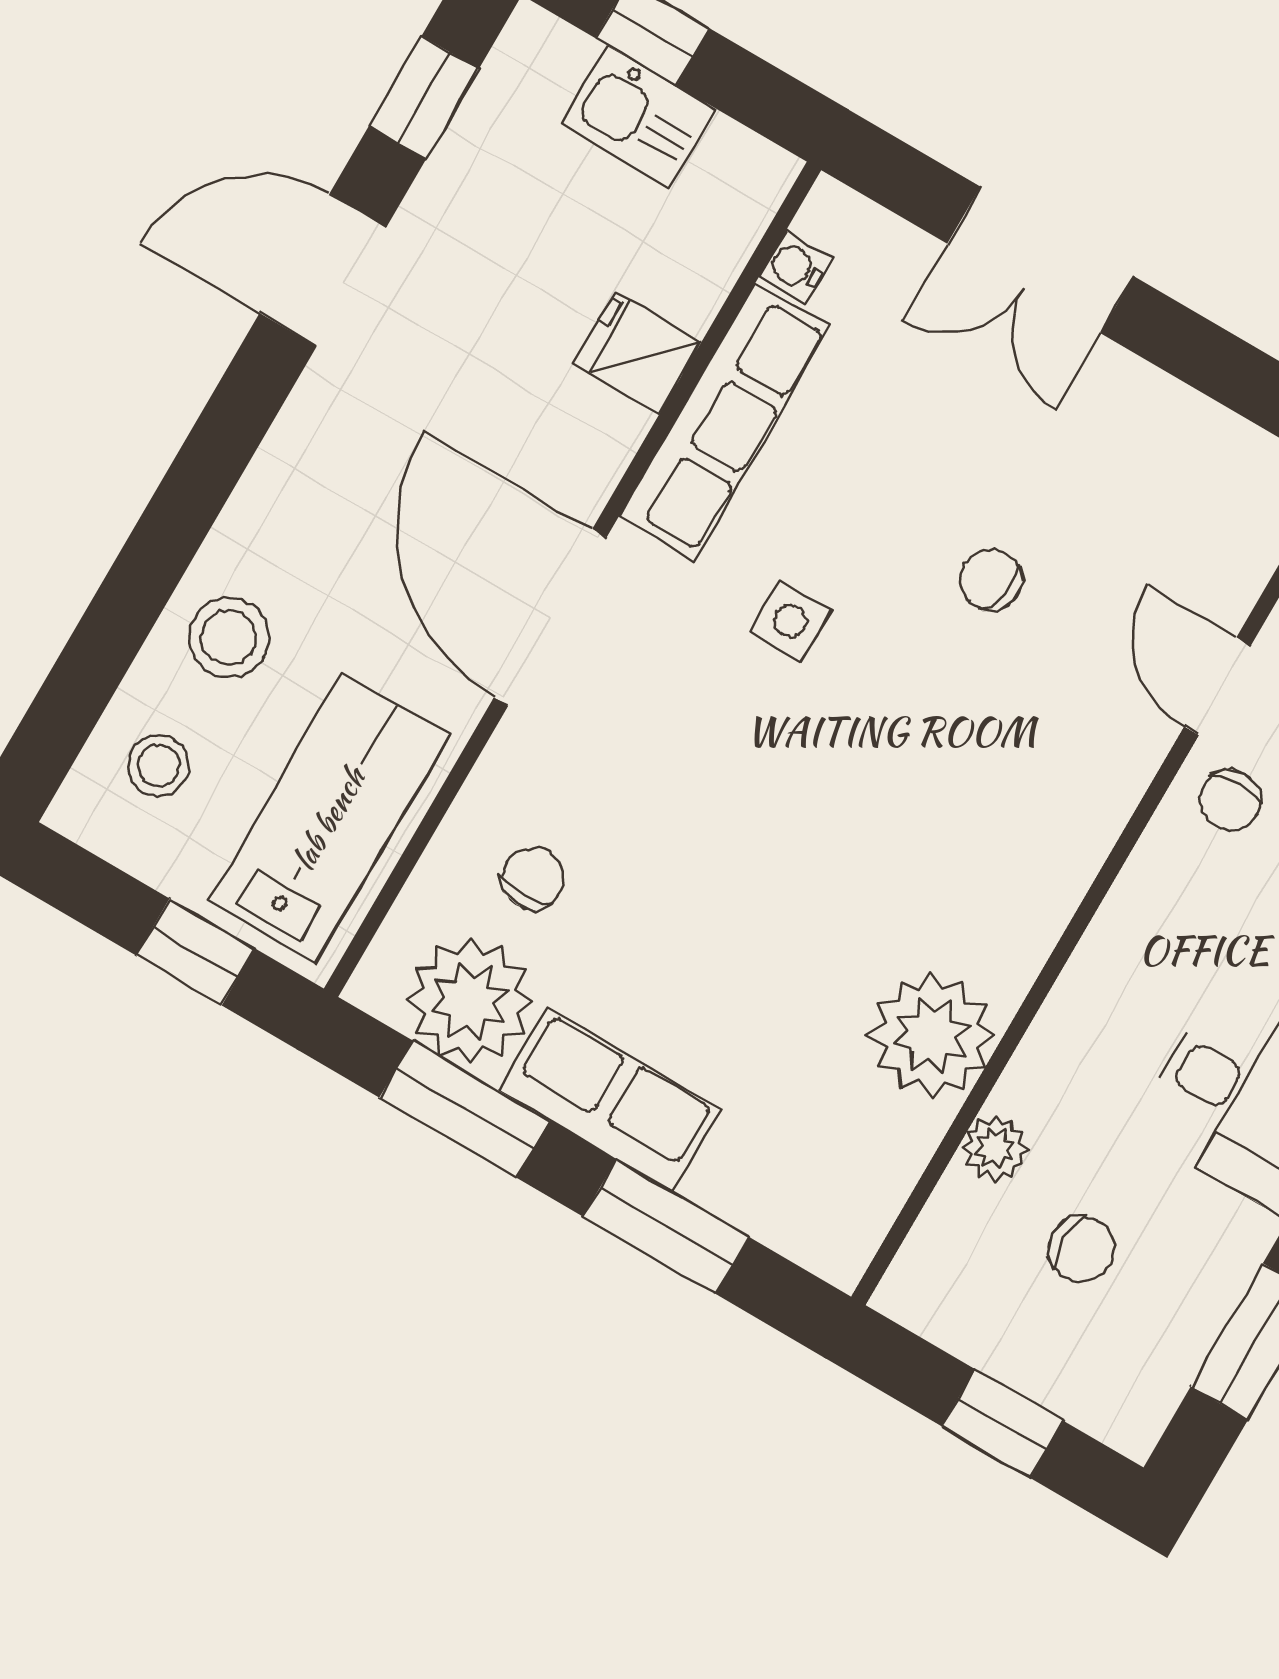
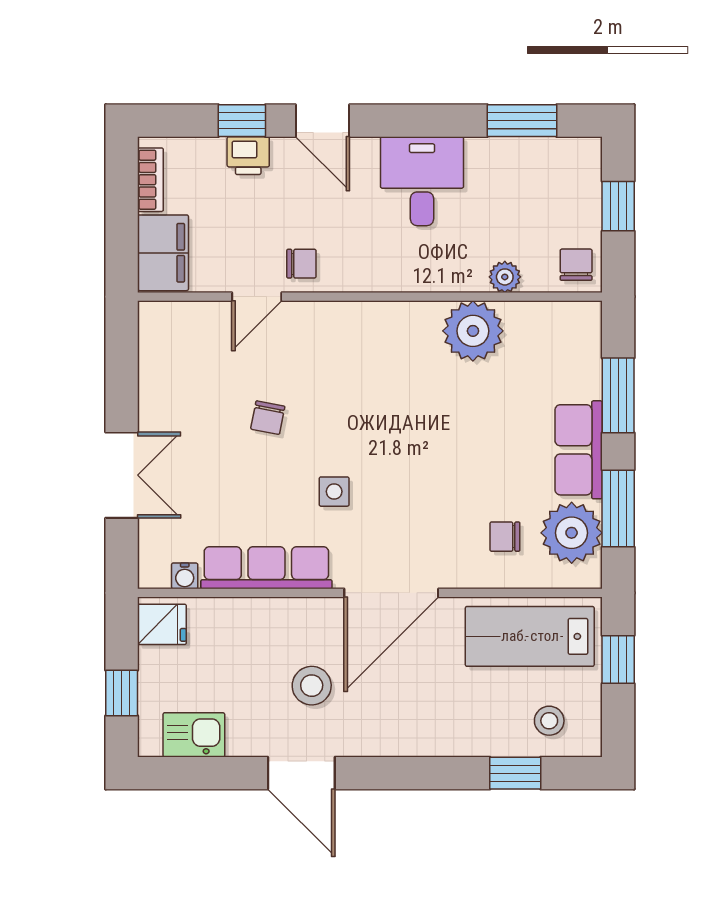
window: (424, 98) -> (515, 773), moved
kitchen sink: (639, 116) -> (194, 735), moved, turned -90
fridge: (637, 353) -> (162, 624), moved, turned -90
stool: (229, 637) -> (312, 686), moved
chair: (1082, 1249) -> (576, 265), moved

